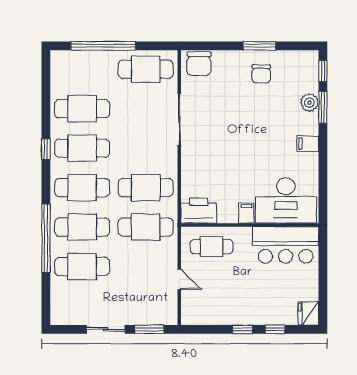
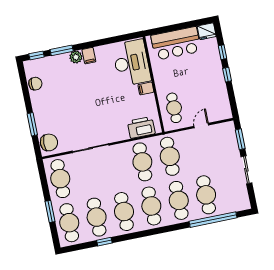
window: (103, 46) -> (50, 211), width x0.47
window: (259, 46) -> (32, 124), moved
cafe table: (82, 69) -> (69, 223), added
chair: (261, 74) -> (35, 84), moved
plant: (309, 103) -> (76, 57), moved
window: (46, 149) -> (104, 242), moved
printer: (199, 211) -> (141, 127), moved, turned 90
window: (46, 238) -> (213, 220), moved
bar counter: (286, 245) -> (176, 43), moved, turned 90

